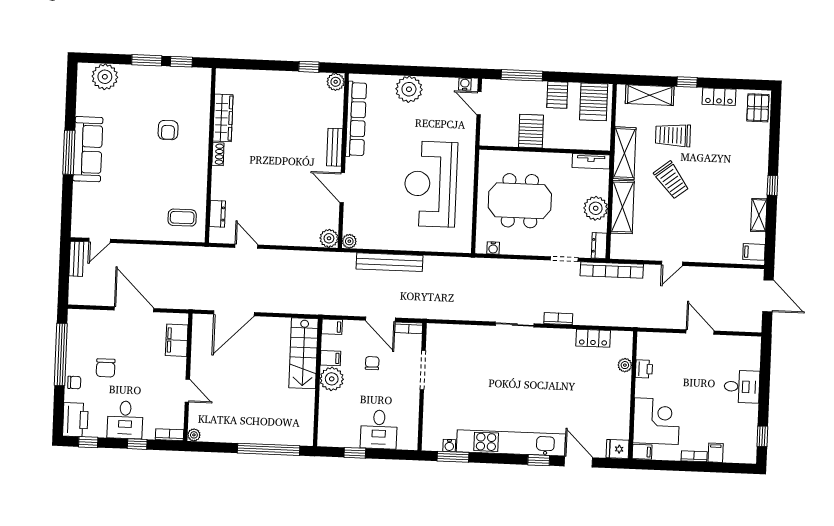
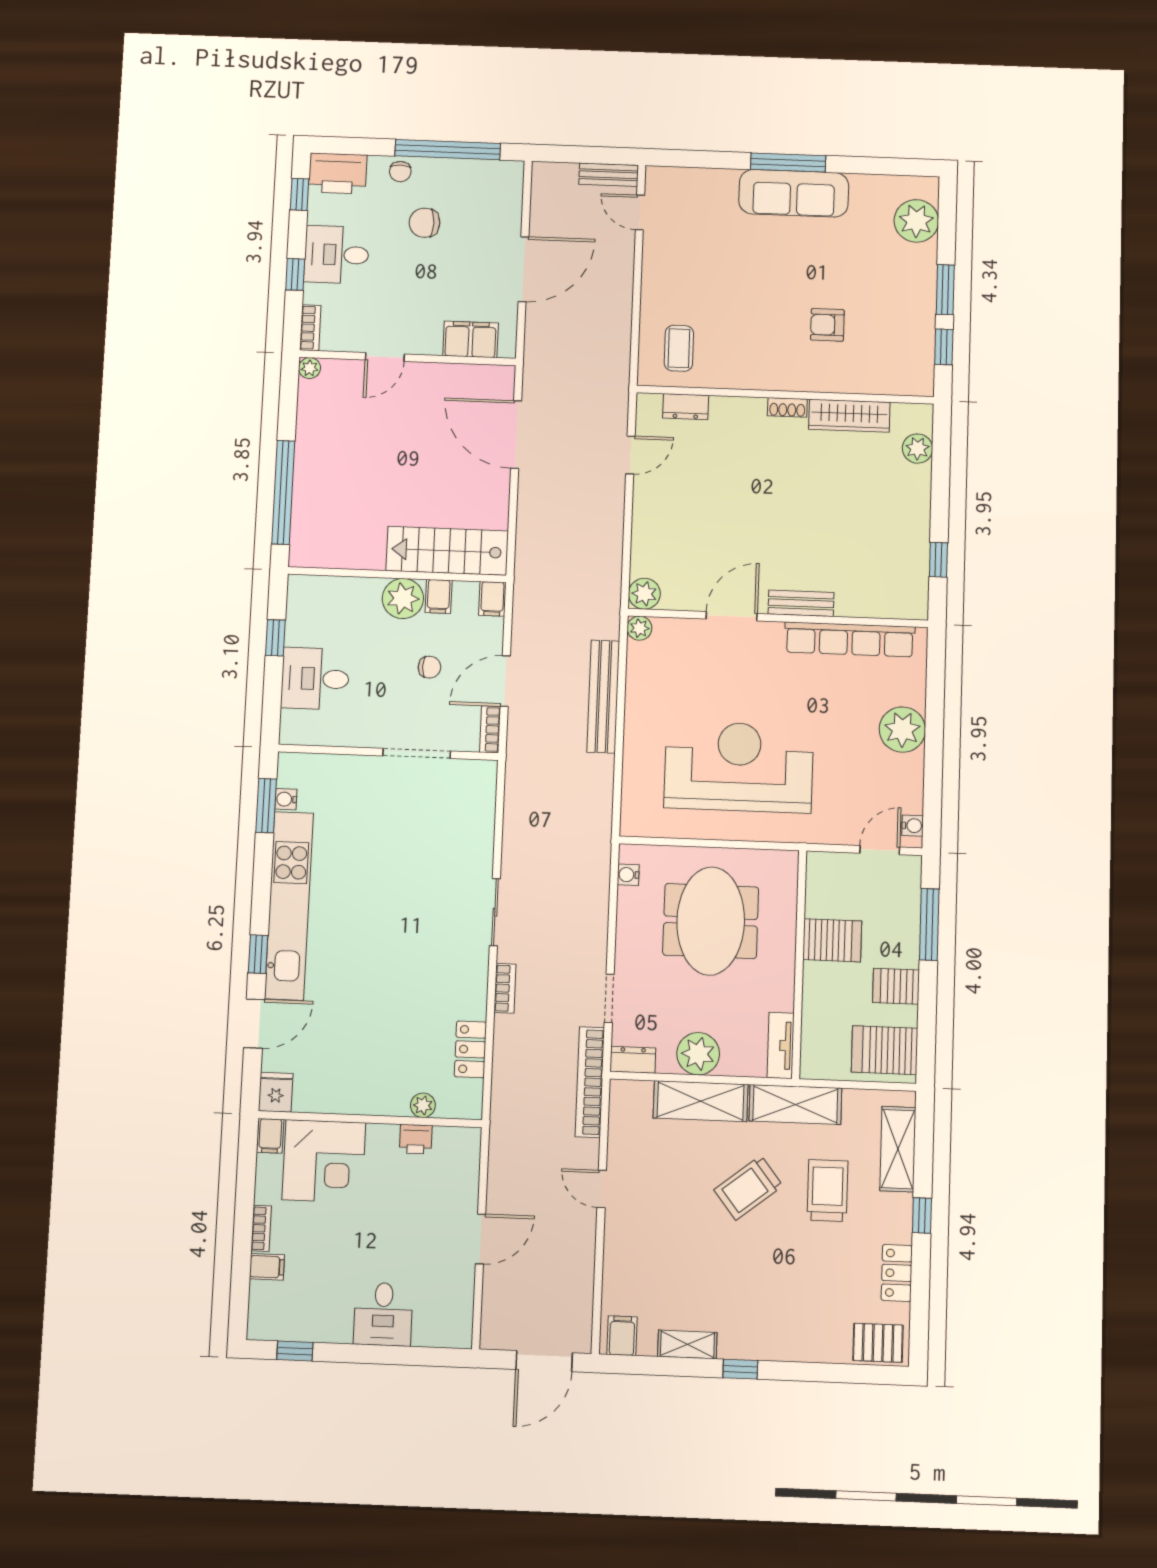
plant: (336, 82) -> (917, 449), moved

